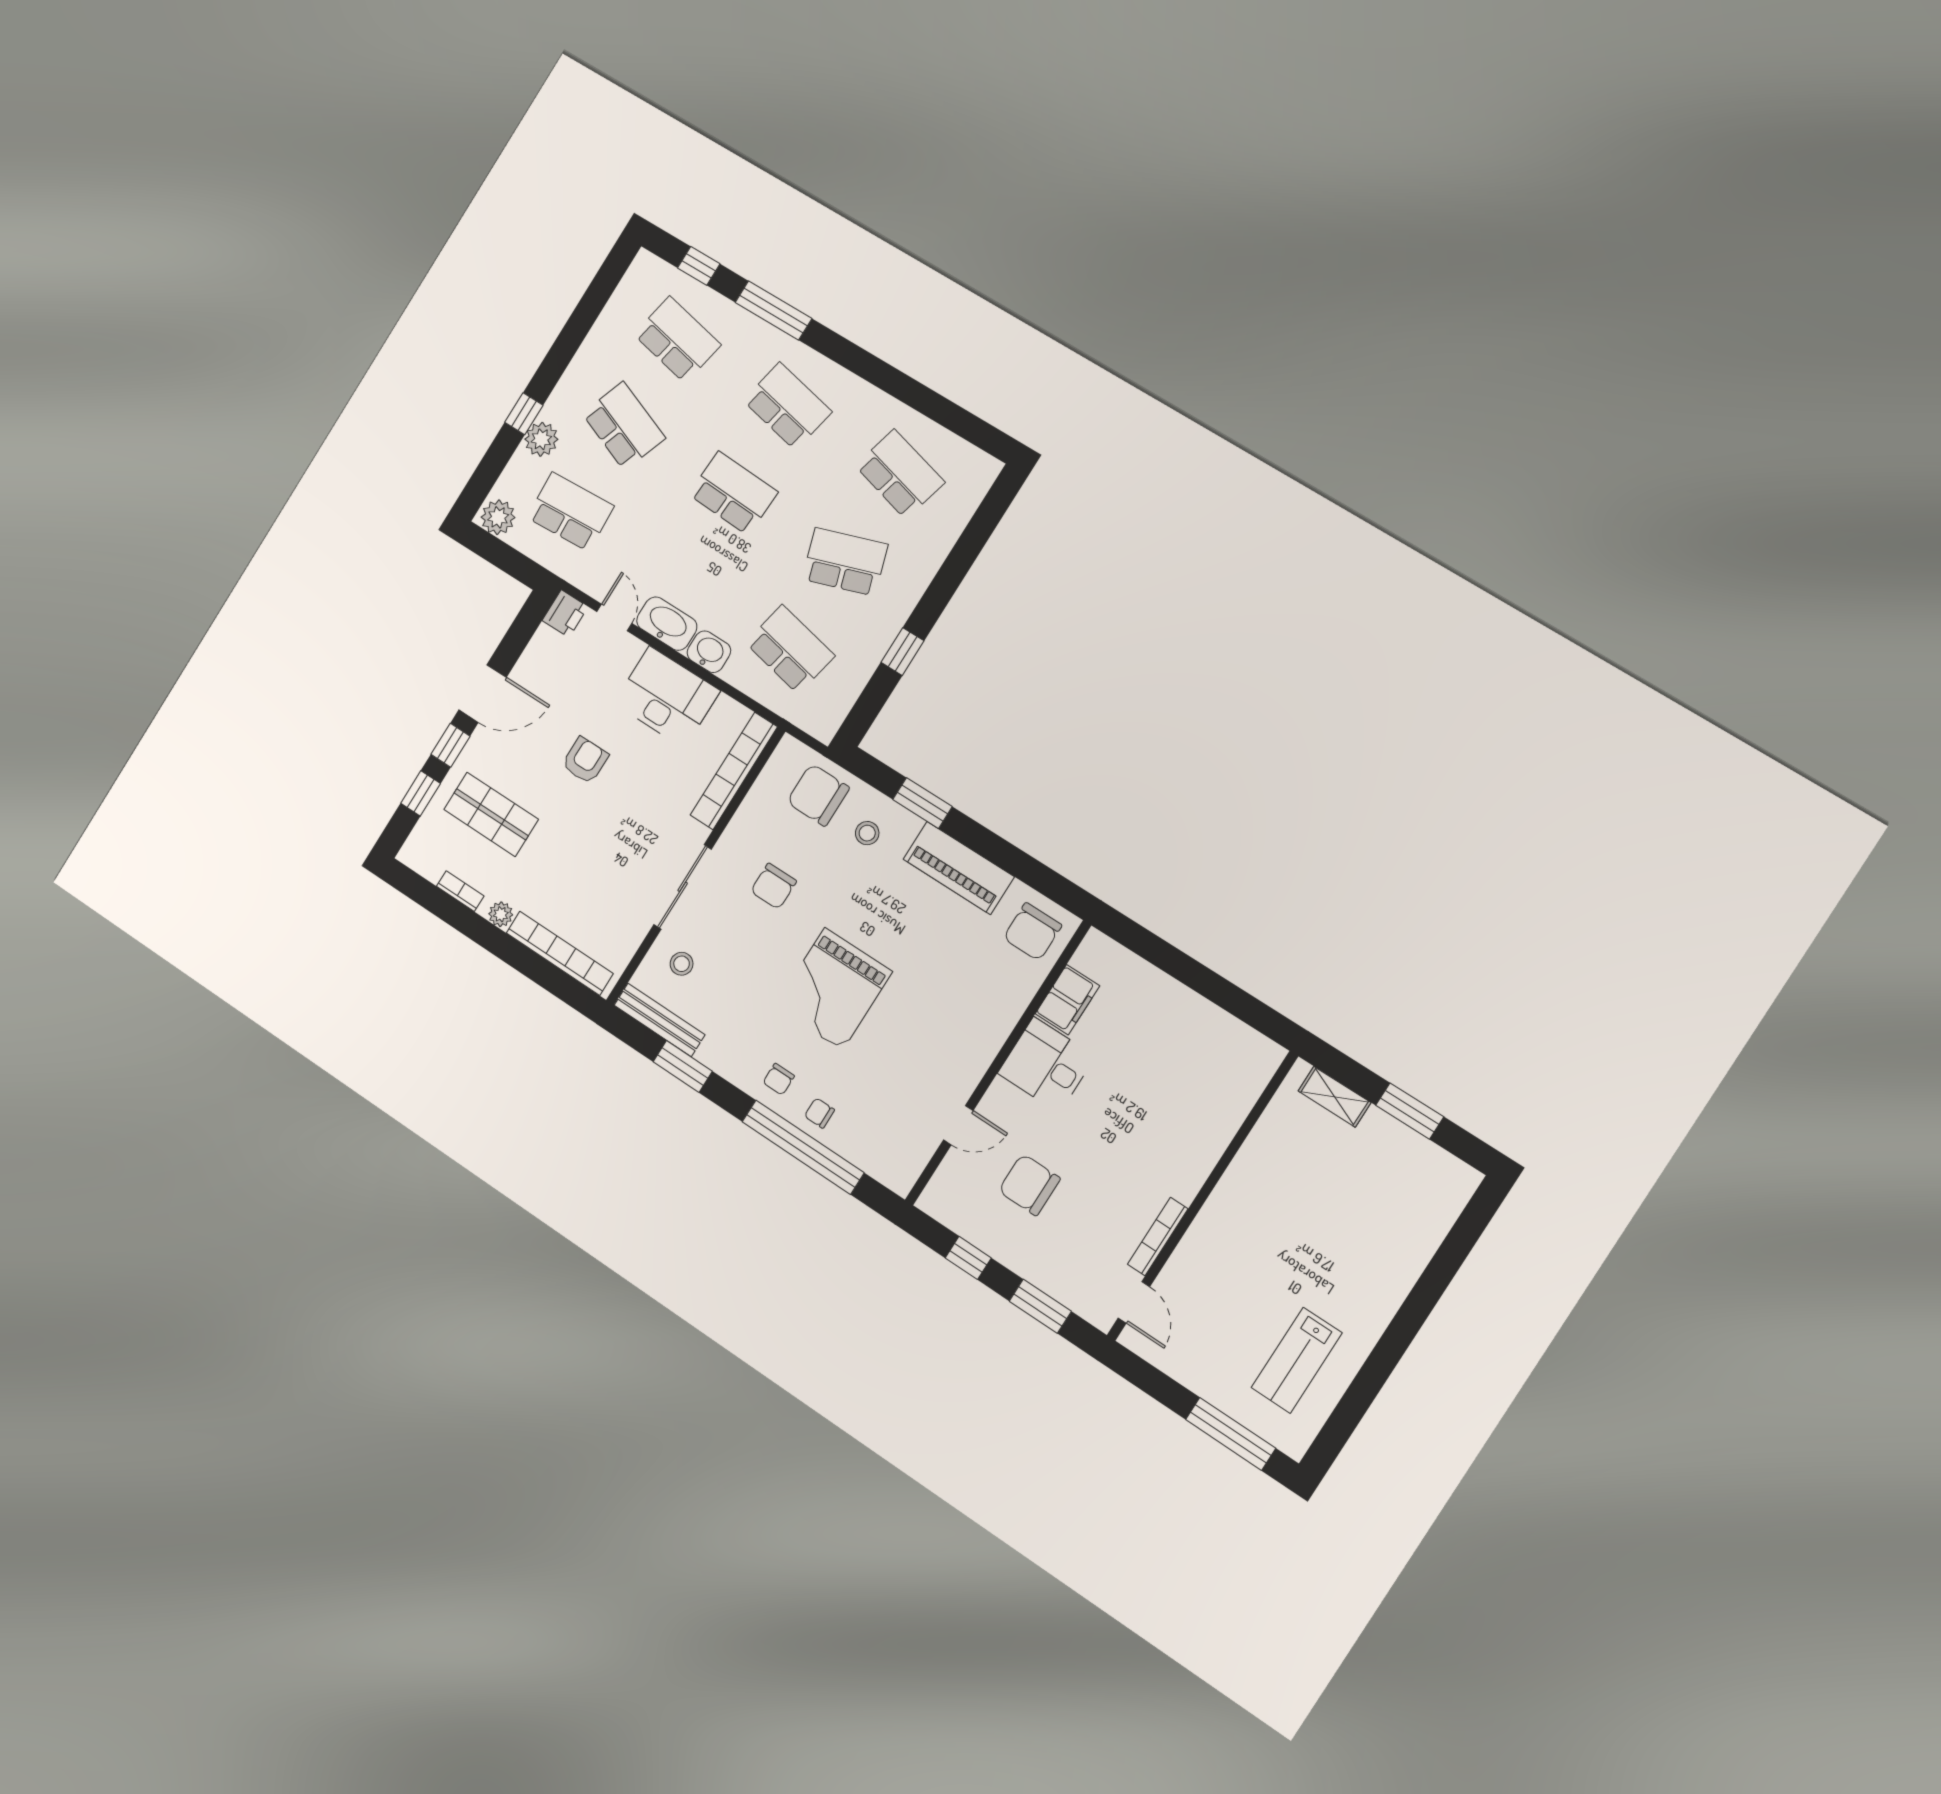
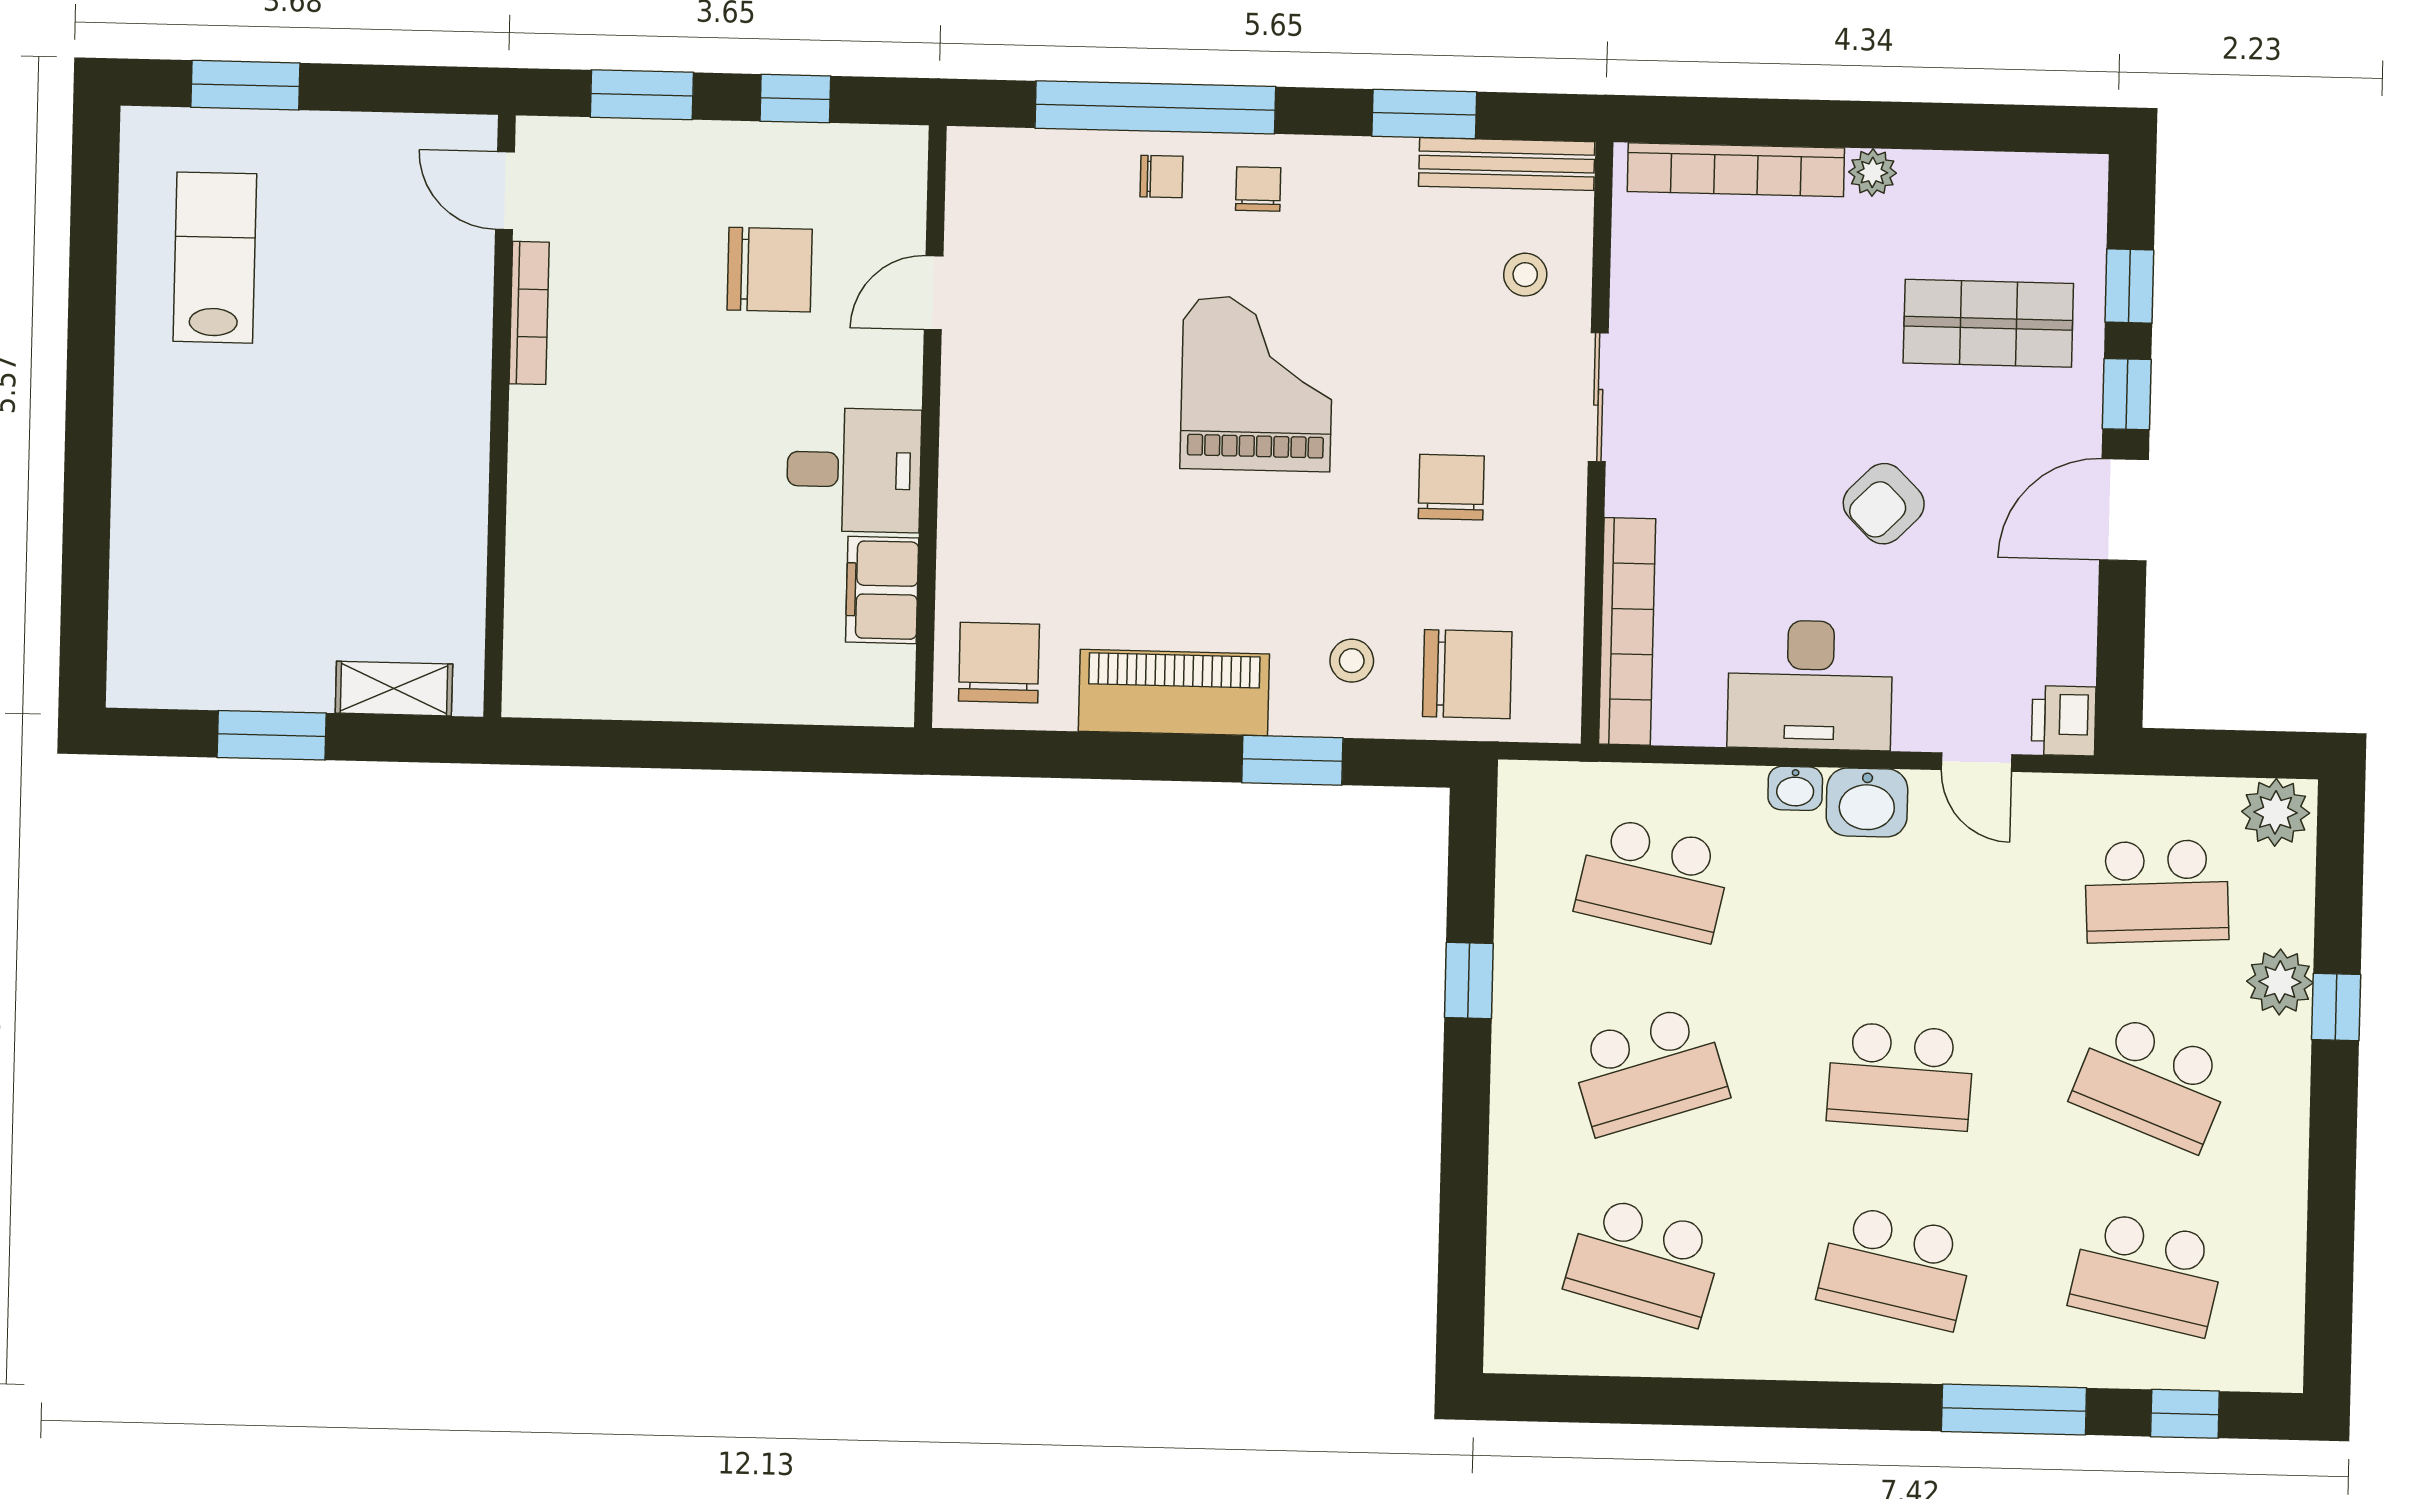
washbasin: (667, 624) -> (1867, 802), width x0.72
washbasin: (709, 652) -> (1795, 788), width x0.72, depth x0.69
armchair: (585, 760) -> (1884, 504), turned 45
sliding door: (683, 887) -> (1598, 397), width x0.73
bookcase: (460, 891) -> (1964, 169), removed
window: (1231, 1434) -> (245, 85), width x0.69

